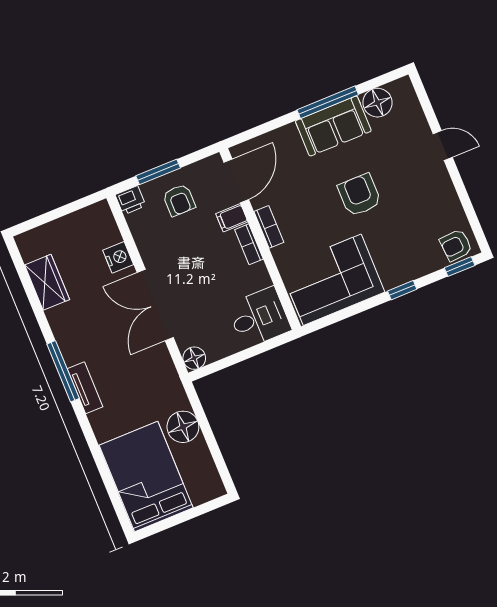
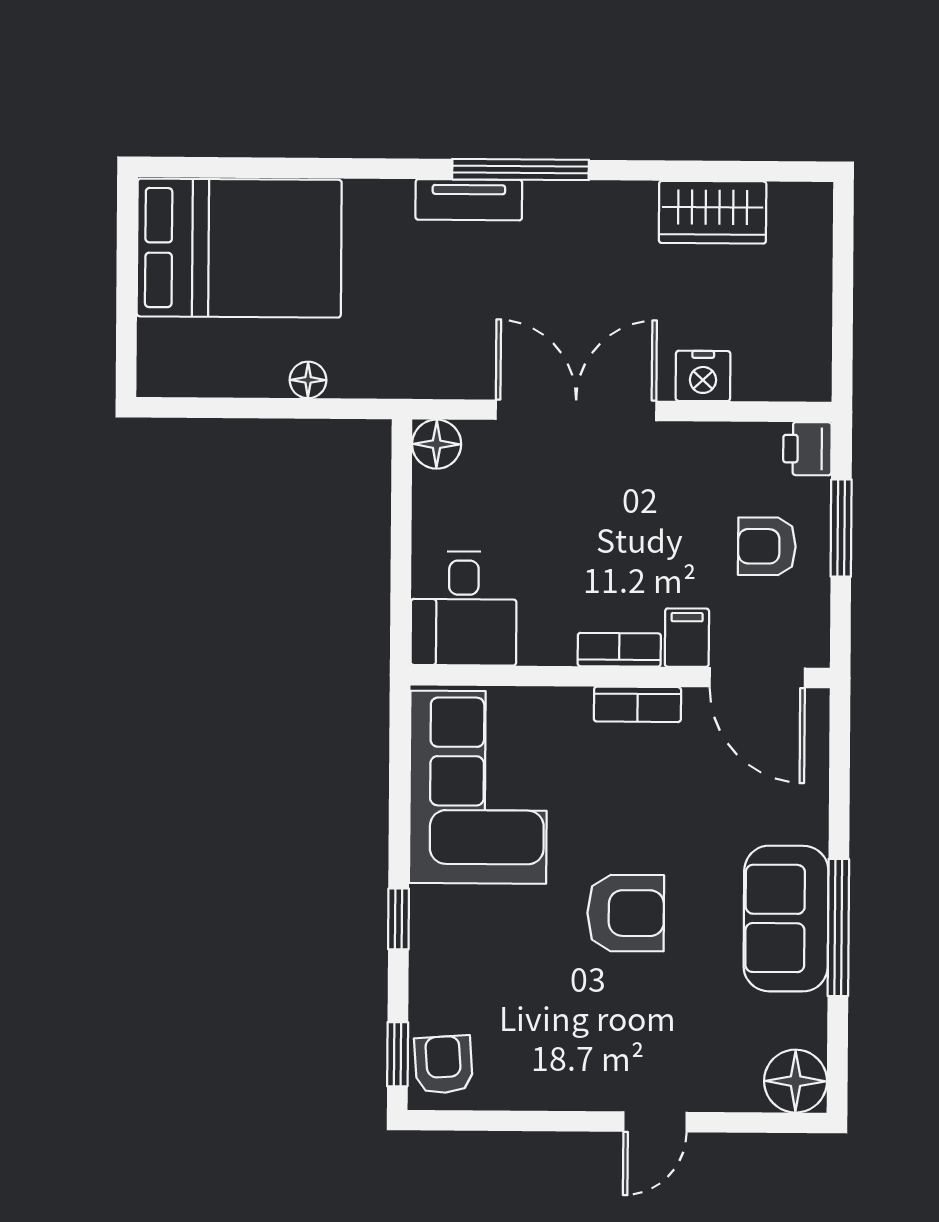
floor lamp: (378, 103) -> (796, 1081), moved
floor lamp: (183, 427) -> (308, 380), width x0.53, depth x0.53

